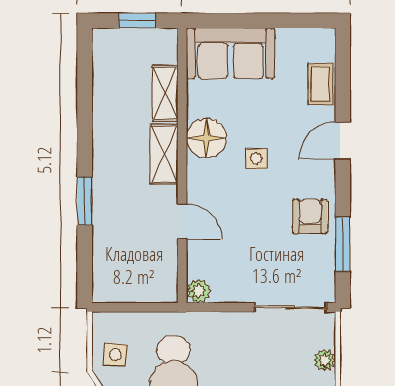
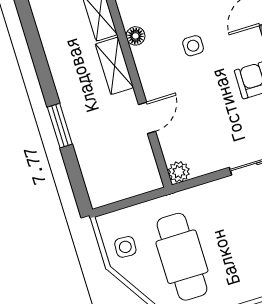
floor lamp: (206, 138) -> (136, 36), width x0.53, depth x0.53
door: (182, 222) -> (147, 118), hinge flipped

